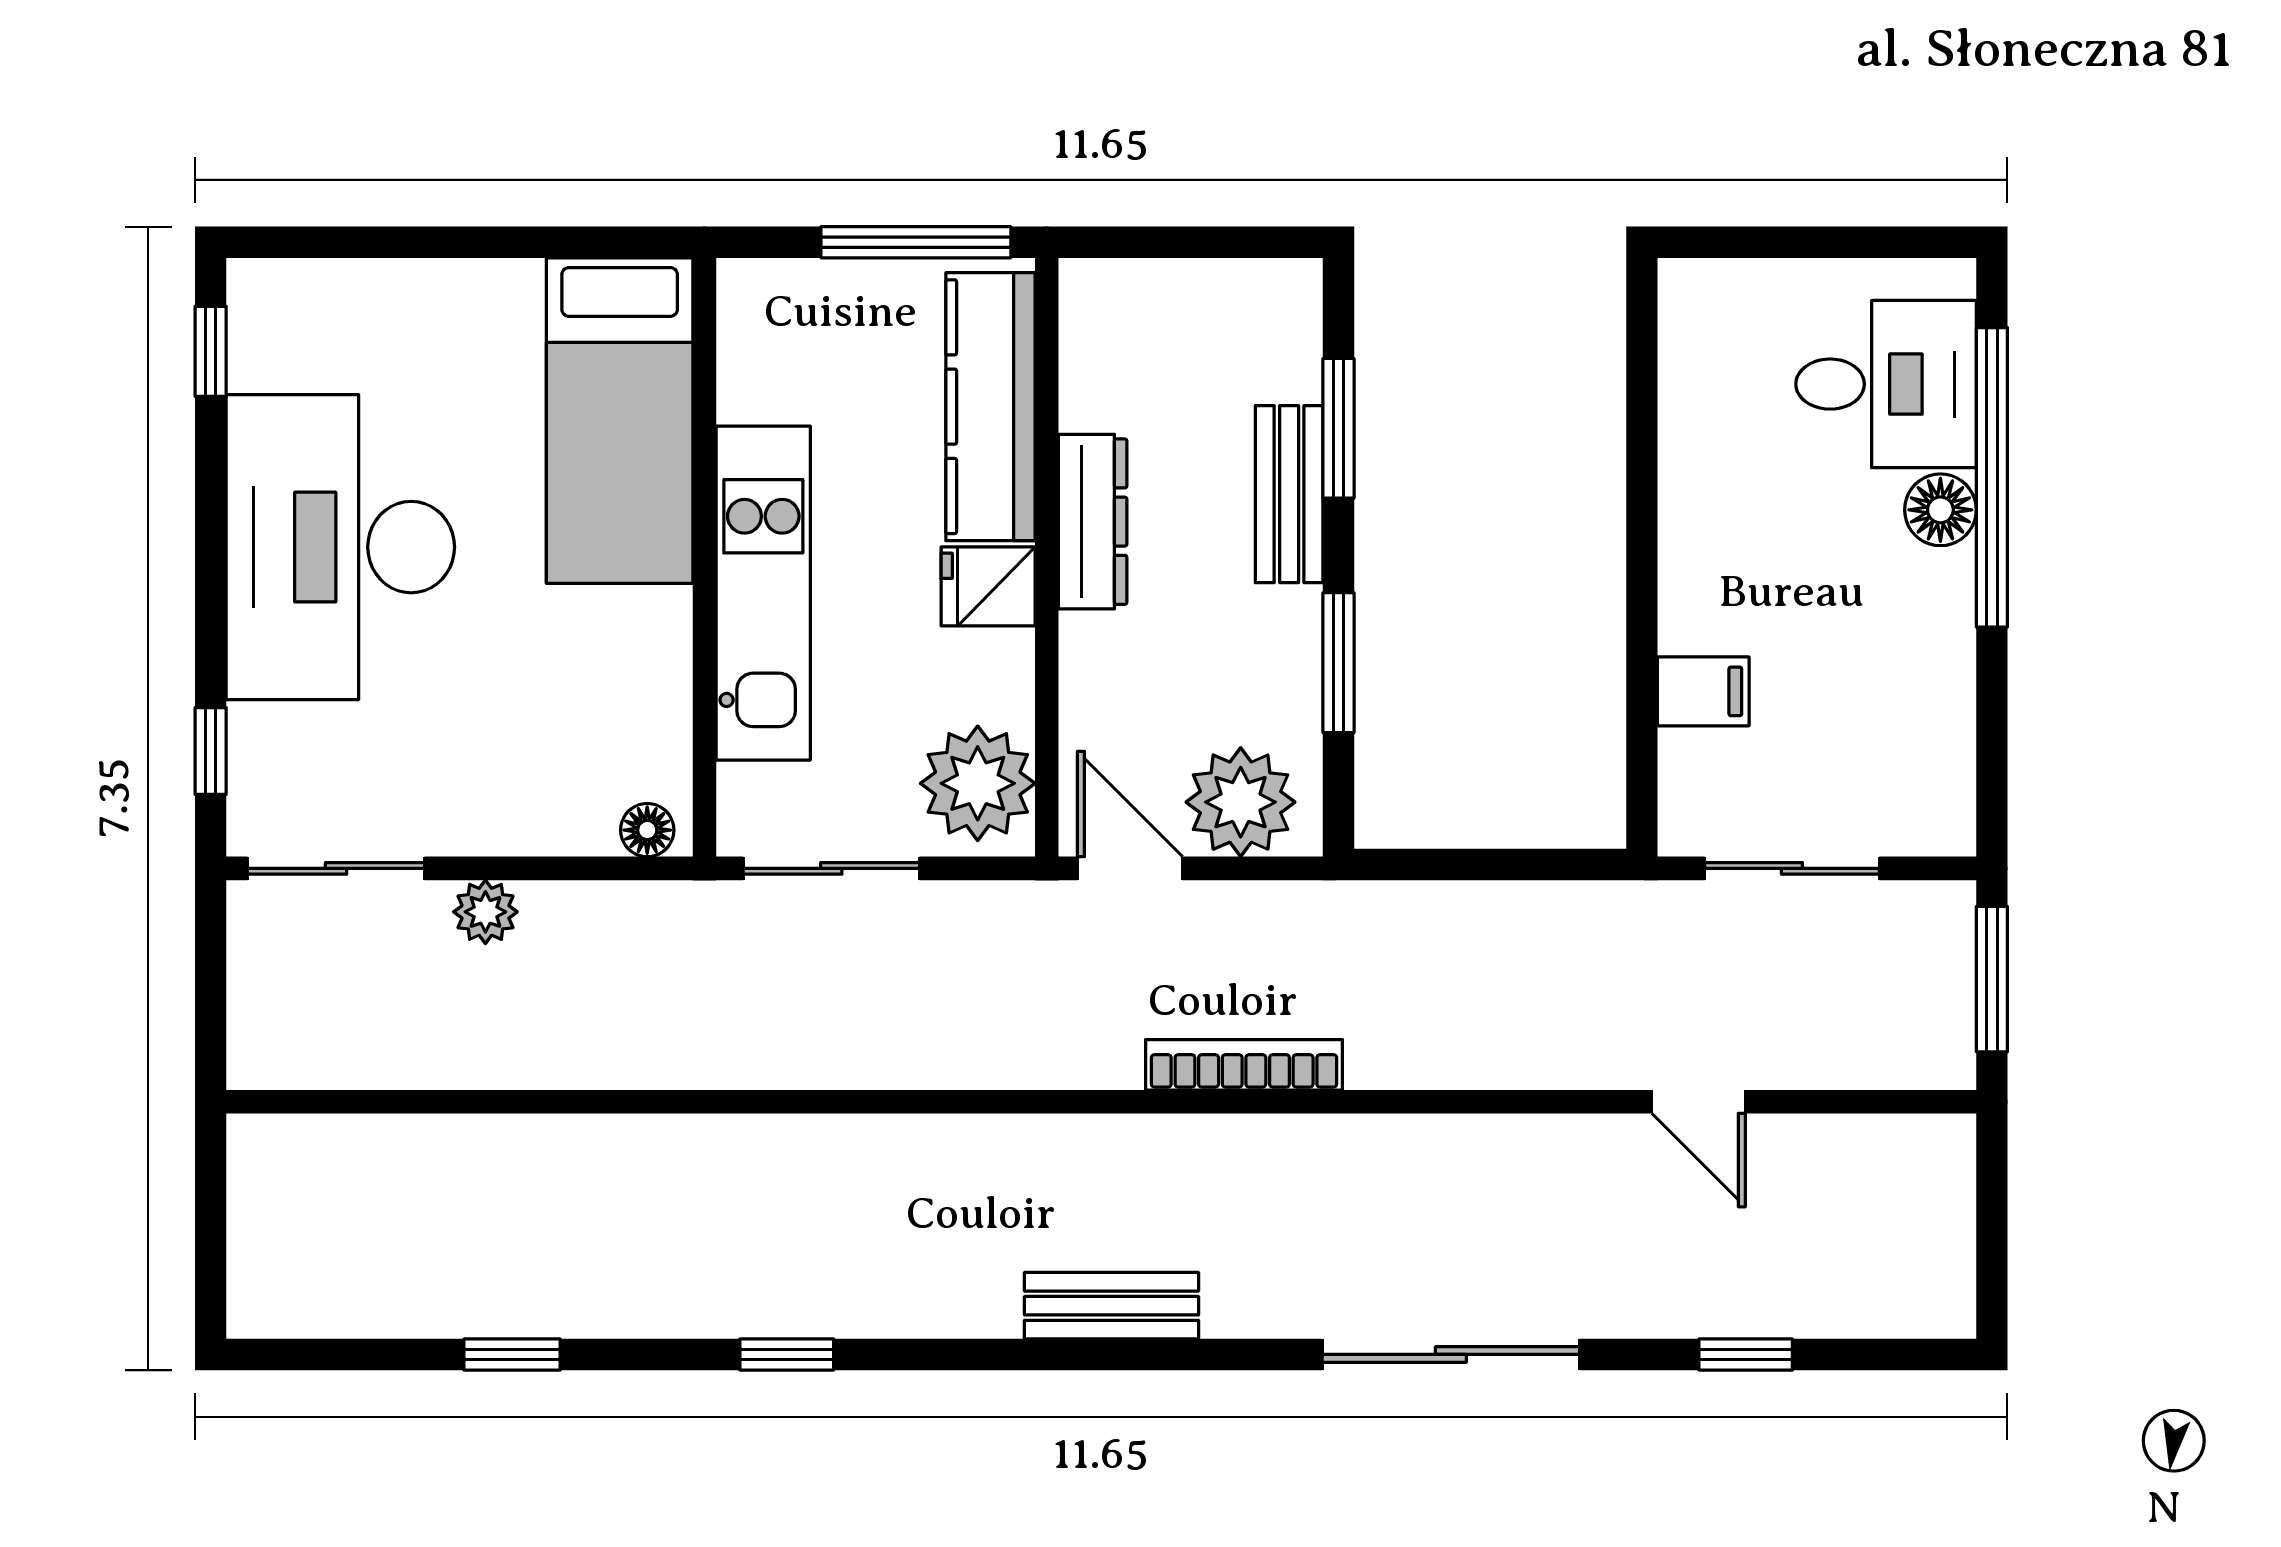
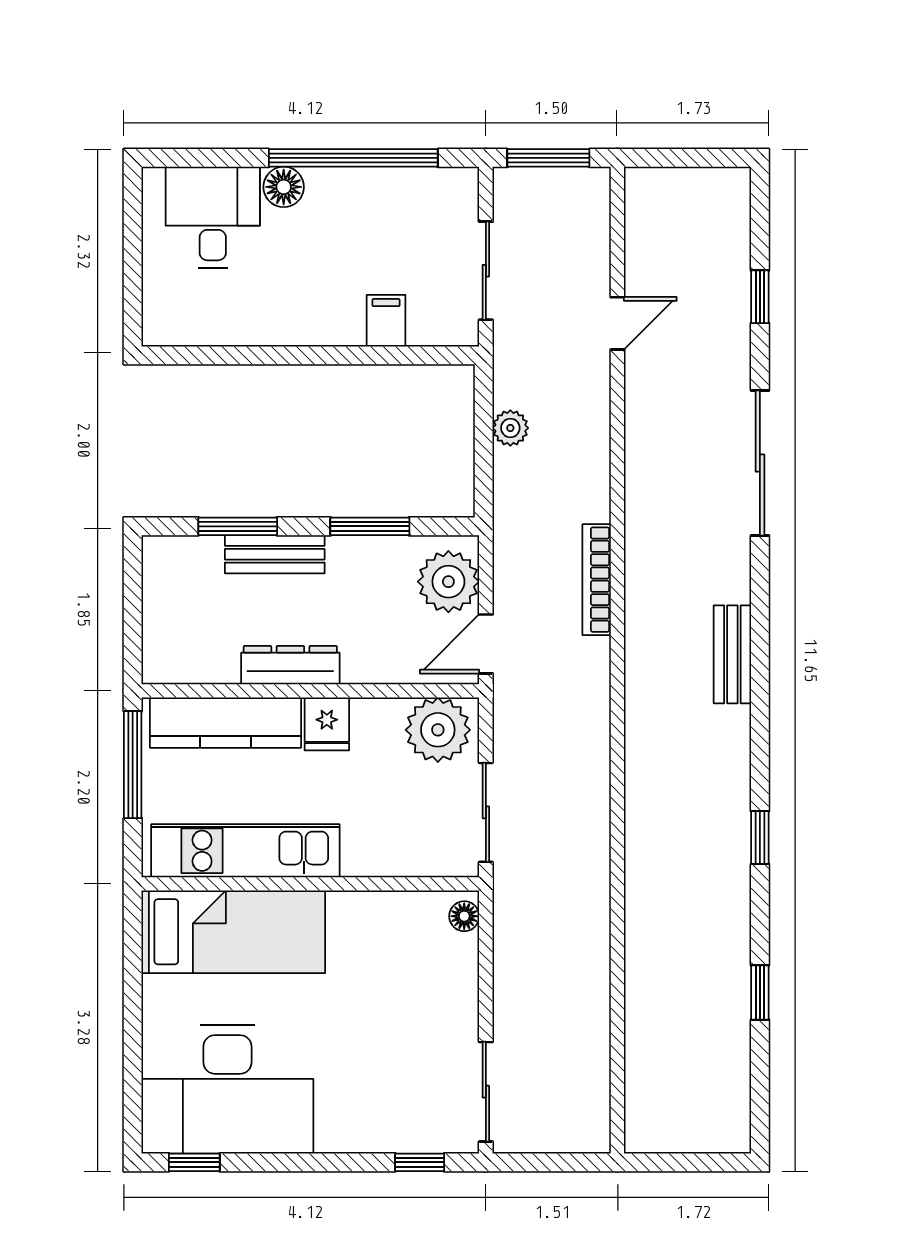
window: (1992, 477) -> (353, 158), moved
desk: (340, 547) -> (227, 1089), moved
kitchen unit: (763, 593) -> (245, 851), moved
plant: (485, 912) -> (510, 428), moved

